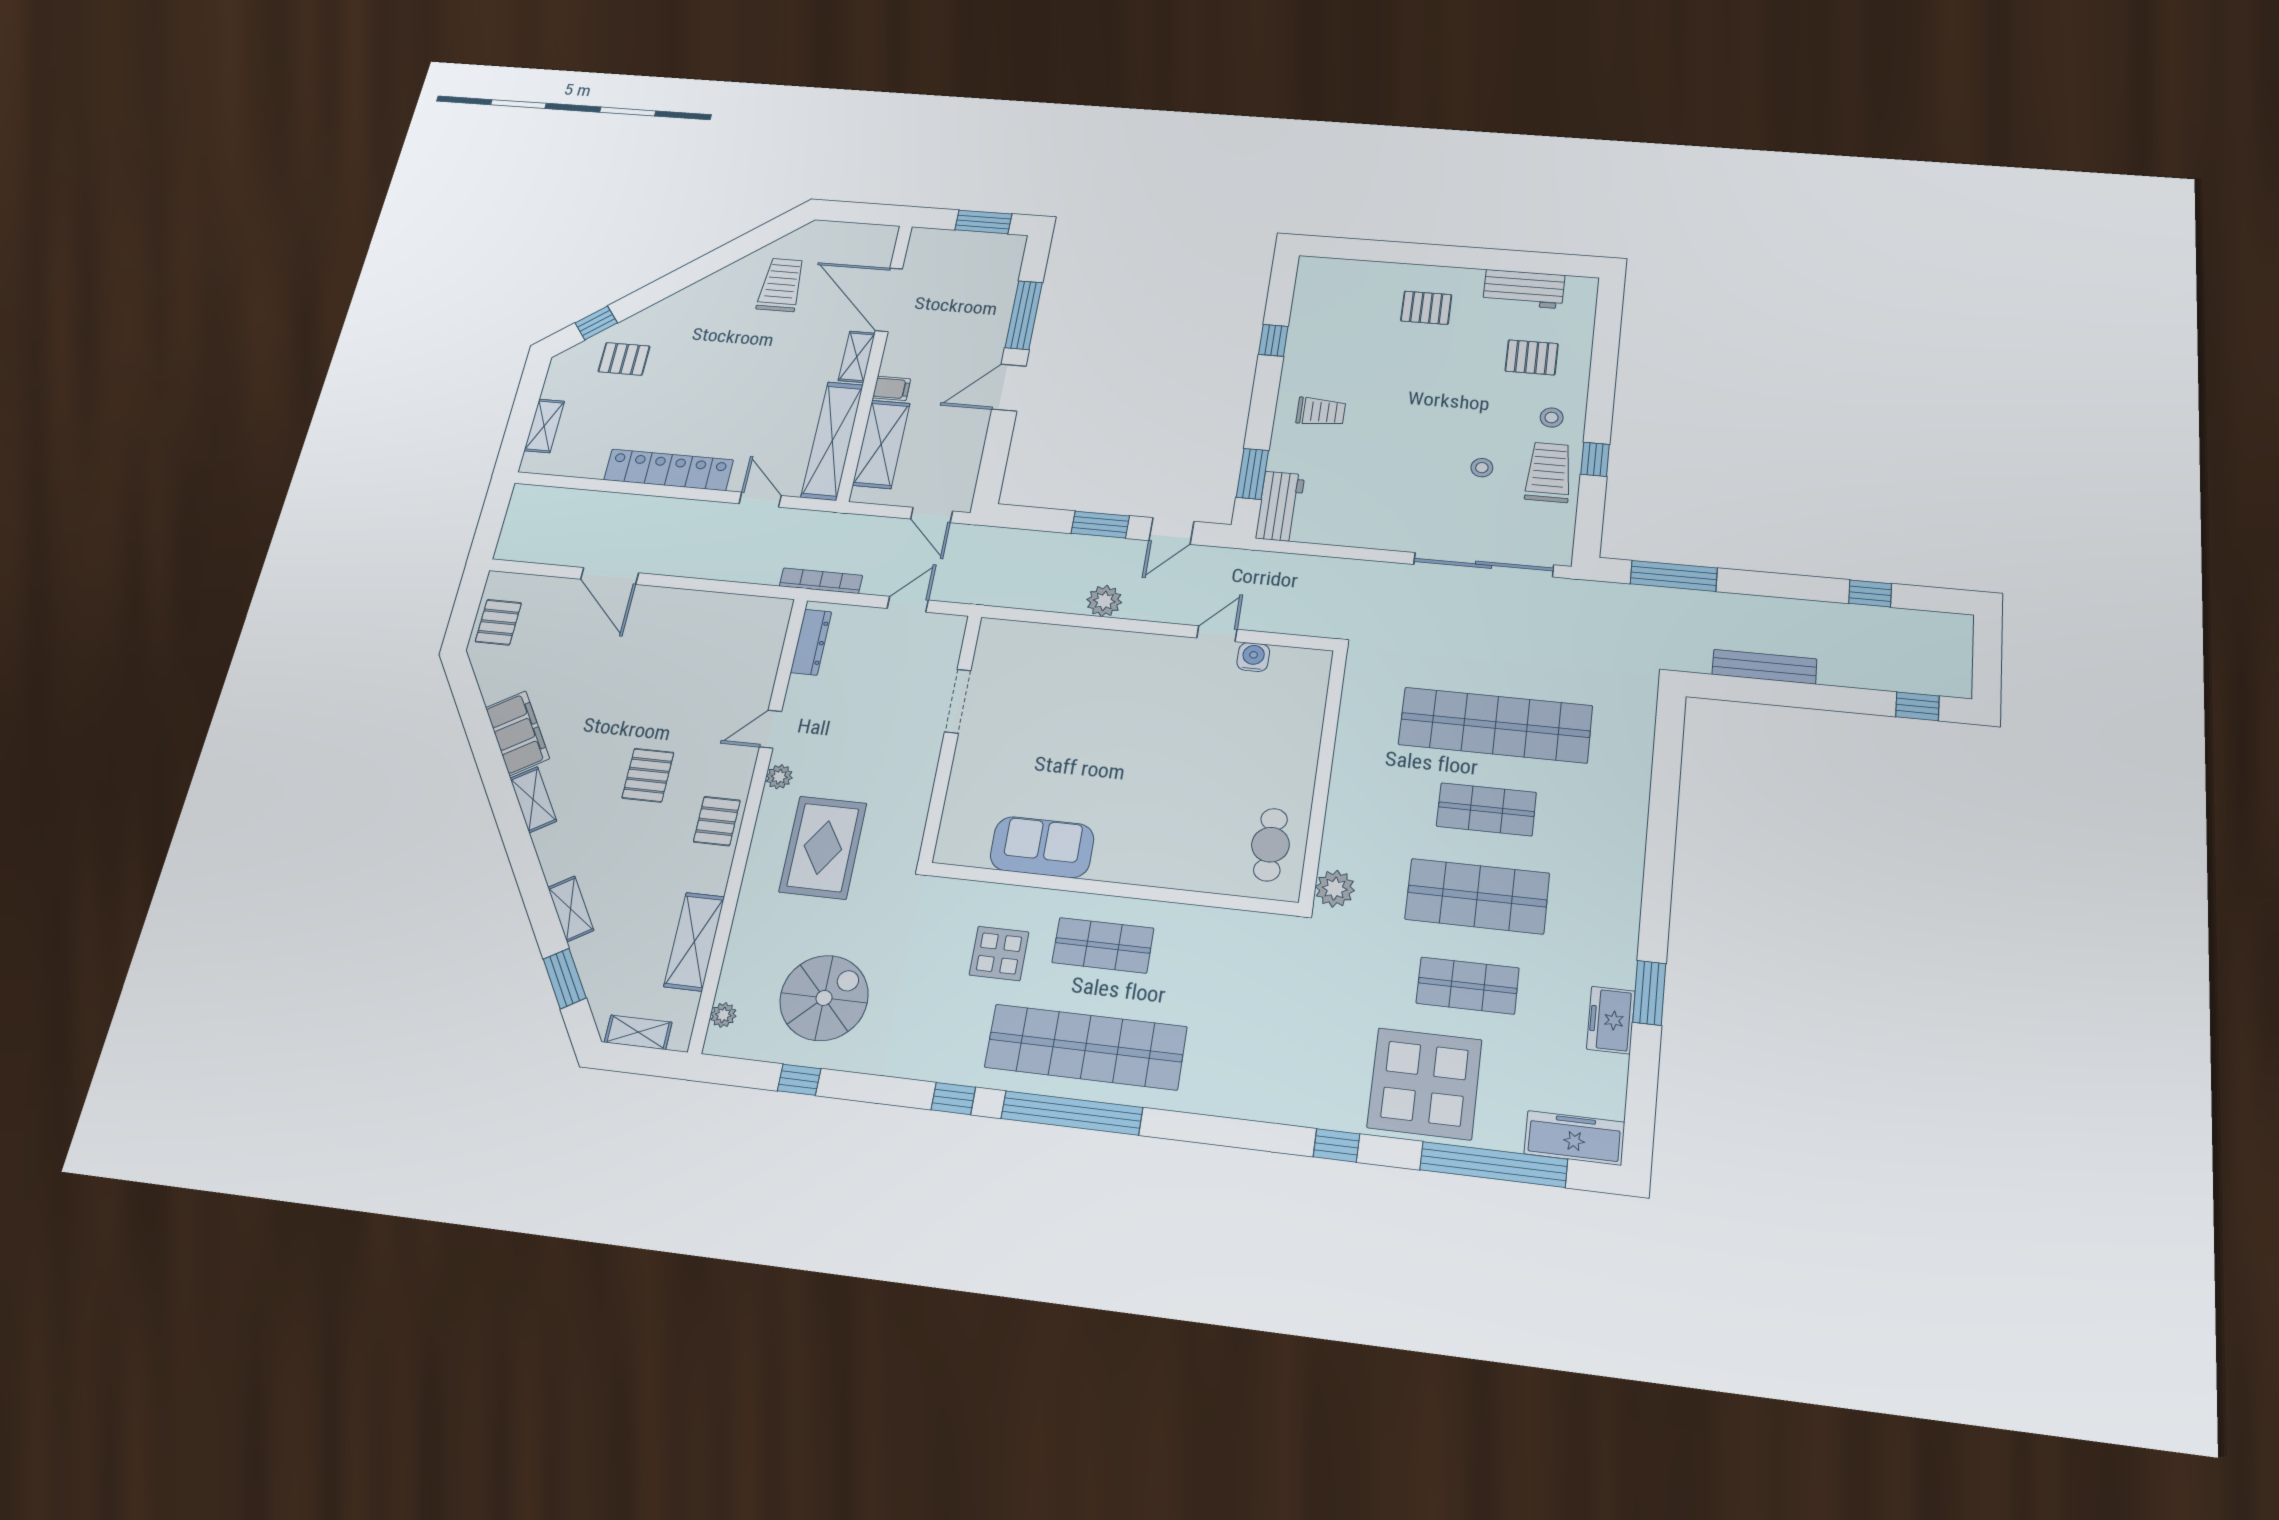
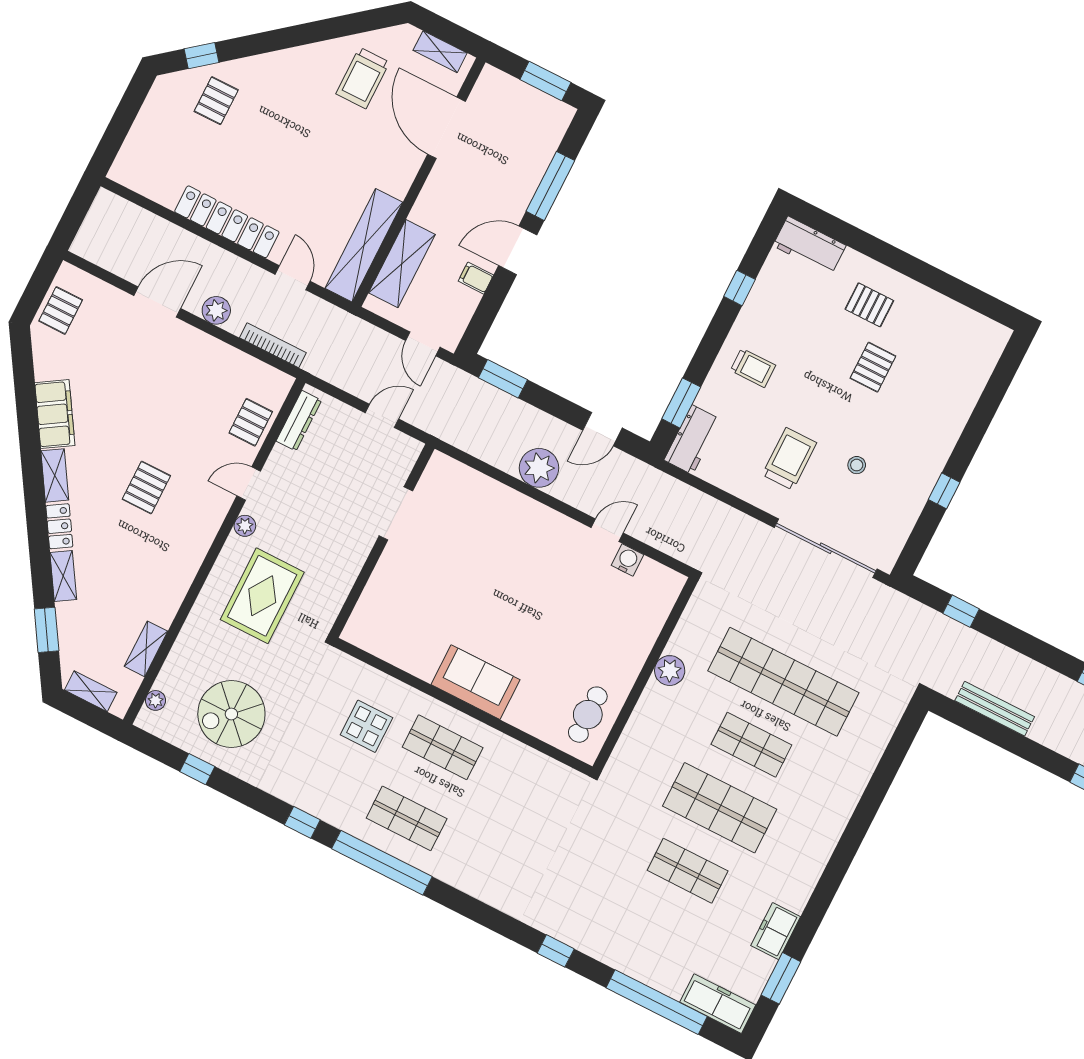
trolley: (781, 285) -> (363, 78), turned 180
workbench: (1524, 289) -> (809, 246), moved
shelving: (857, 357) -> (440, 52), moved, turned 90
pallet: (1532, 357) -> (873, 367), moved, turned 90
pallet: (624, 359) -> (216, 101), turned 90
filing cabinet: (892, 388) -> (476, 278), moved, turned 180
stool: (1552, 418) -> (926, 442), removed
shelving: (544, 426) -> (137, 141), removed
trolley: (1549, 472) -> (789, 459), moved
window: (1100, 525) -> (503, 379), moved
plant: (681, 562) -> (216, 310), added
door: (610, 576) -> (157, 302), swing flipped
window: (1674, 576) -> (961, 611), width x0.46
bookcase: (821, 581) -> (273, 345), moved
plant: (1104, 601) -> (539, 468), width x1.36, depth x1.36
pallet: (717, 821) -> (251, 422), moved
sofa: (1042, 847) -> (476, 682), moved
locker: (552, 854) -> (59, 526), added
plant: (1335, 889) -> (670, 671), moved
shelving: (694, 942) -> (146, 649), width x0.67, depth x0.75
window: (1649, 993) -> (781, 978), moved
spiral stairs: (824, 998) -> (231, 714), turned 180
shop shelf: (1086, 1047) -> (407, 818), width x0.50, depth x0.74
display table: (1425, 1084) -> (631, 930), removed

